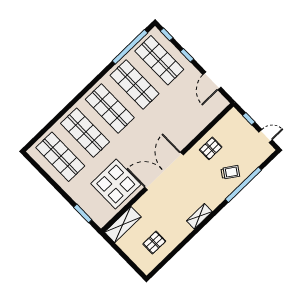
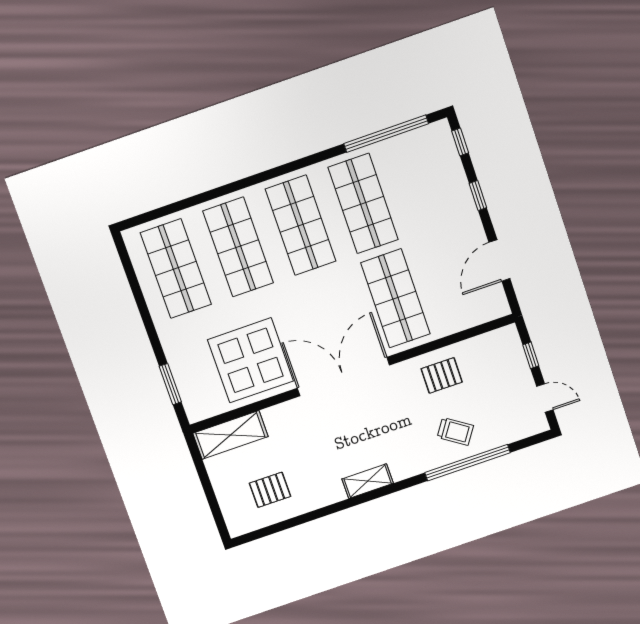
shop shelf: (159, 60) -> (395, 298), moved

